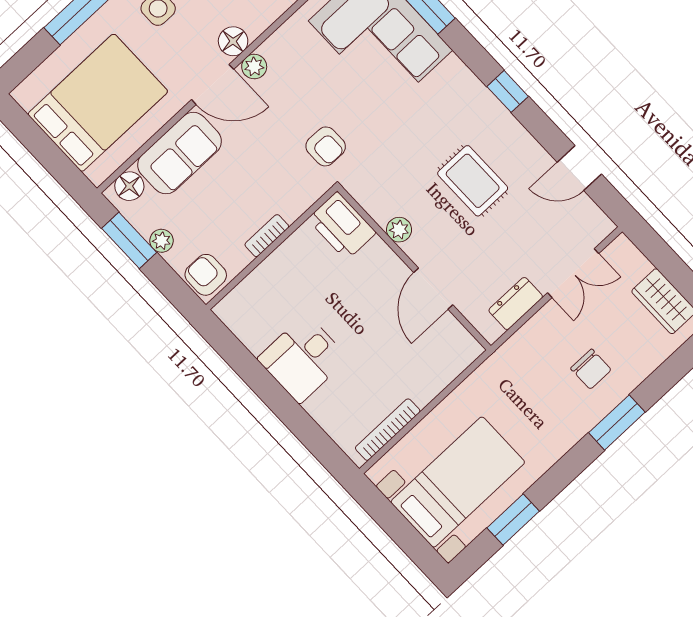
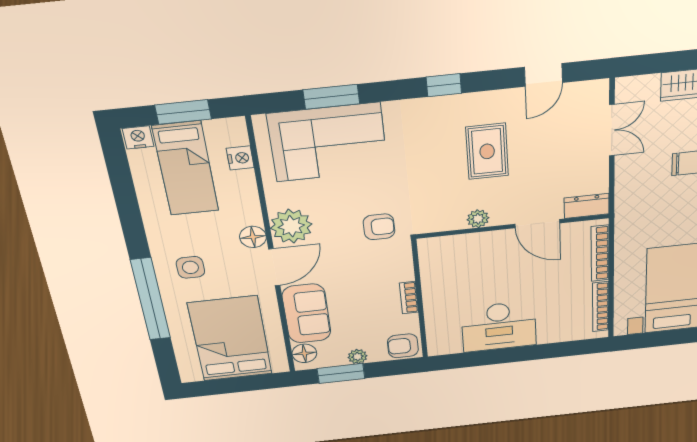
plant: (254, 67) -> (291, 226), width x1.88, depth x1.88
rug: (473, 181) -> (487, 151), turned 90
printer: (342, 226) -> (443, 251), removed
dresser: (516, 303) -> (587, 206), moved, turned 90
desk: (303, 359) -> (499, 327), width x1.37
bookcase: (445, 375) -> (600, 253), added

